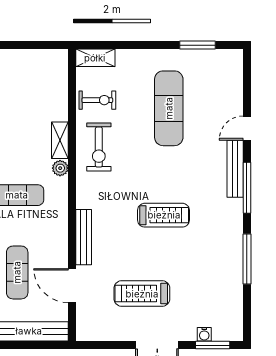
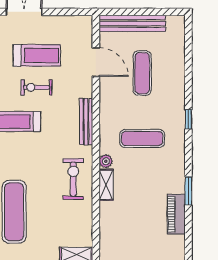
exercise bike: (97, 100) -> (37, 87), moved
bench: (84, 237) -> (86, 122), moved

